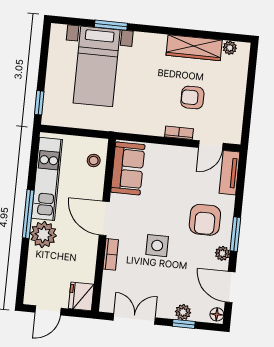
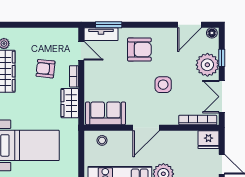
armchair: (192, 97) -> (45, 69), turned 96
wardrobe: (145, 124) -> (70, 103), added
window: (235, 234) -> (109, 25), moved
plant: (222, 253) -> (164, 33), removed
bookcase: (111, 254) -> (198, 120), moved, width x1.56
plant: (183, 312) -> (207, 65), width x1.88, depth x1.88

